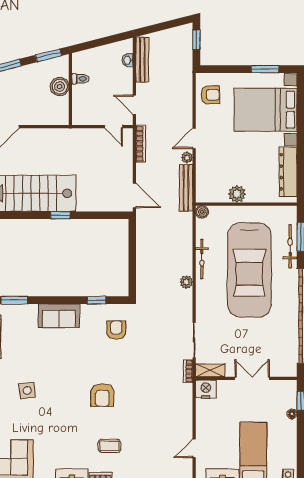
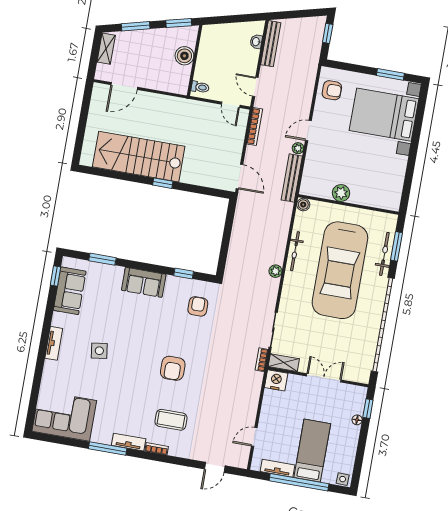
toilet: (80, 79) -> (200, 87), moved
dresser: (288, 172) -> (395, 180), removed
coffee table: (109, 446) -> (171, 420), width x1.36, depth x1.30

